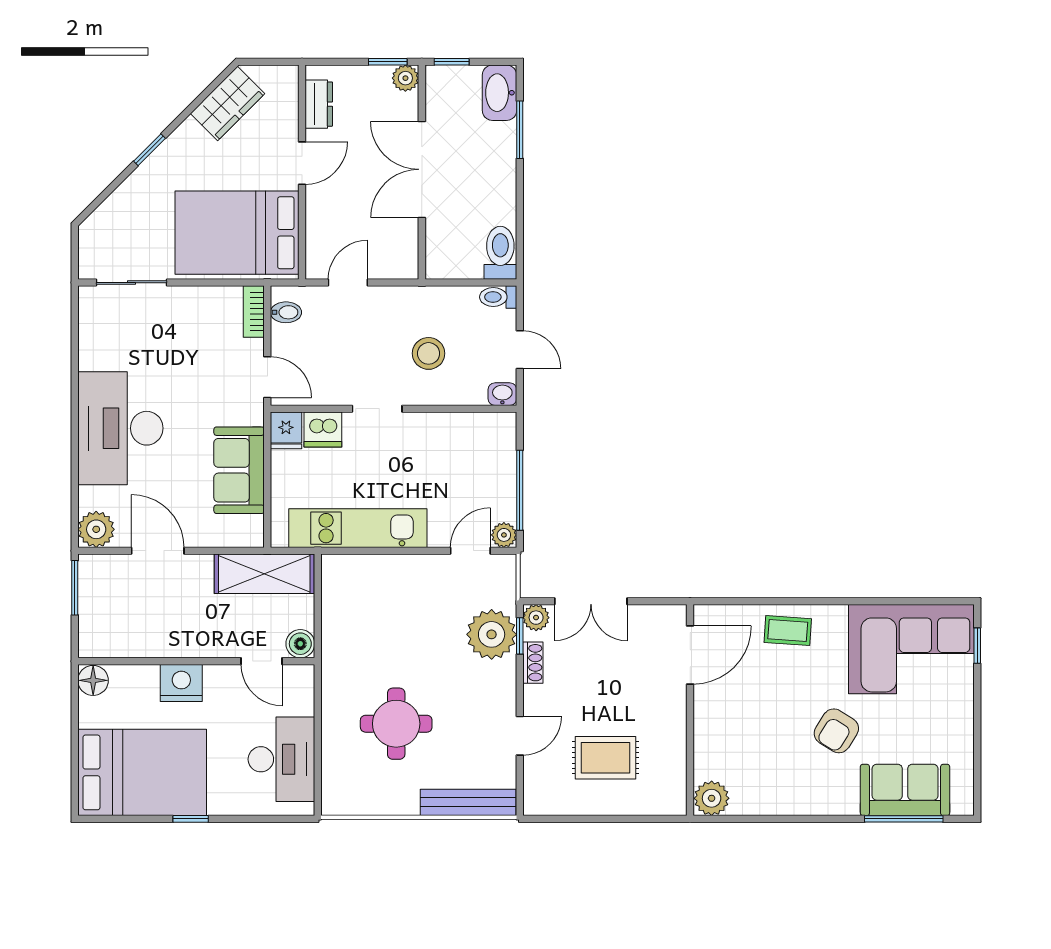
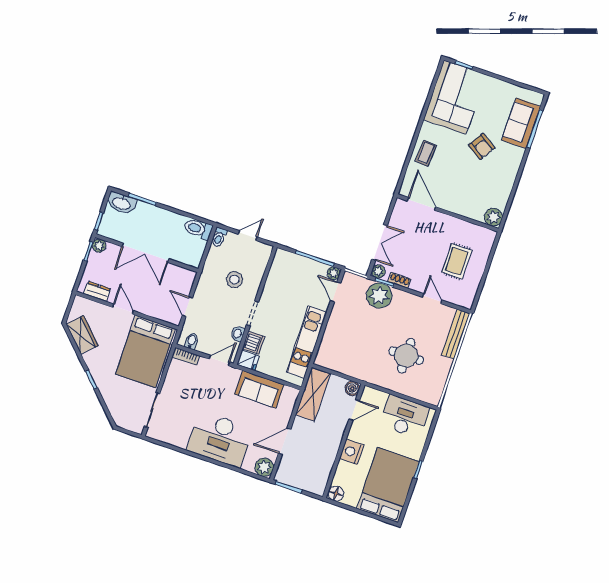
washbasin: (502, 394) -> (238, 334), moved

